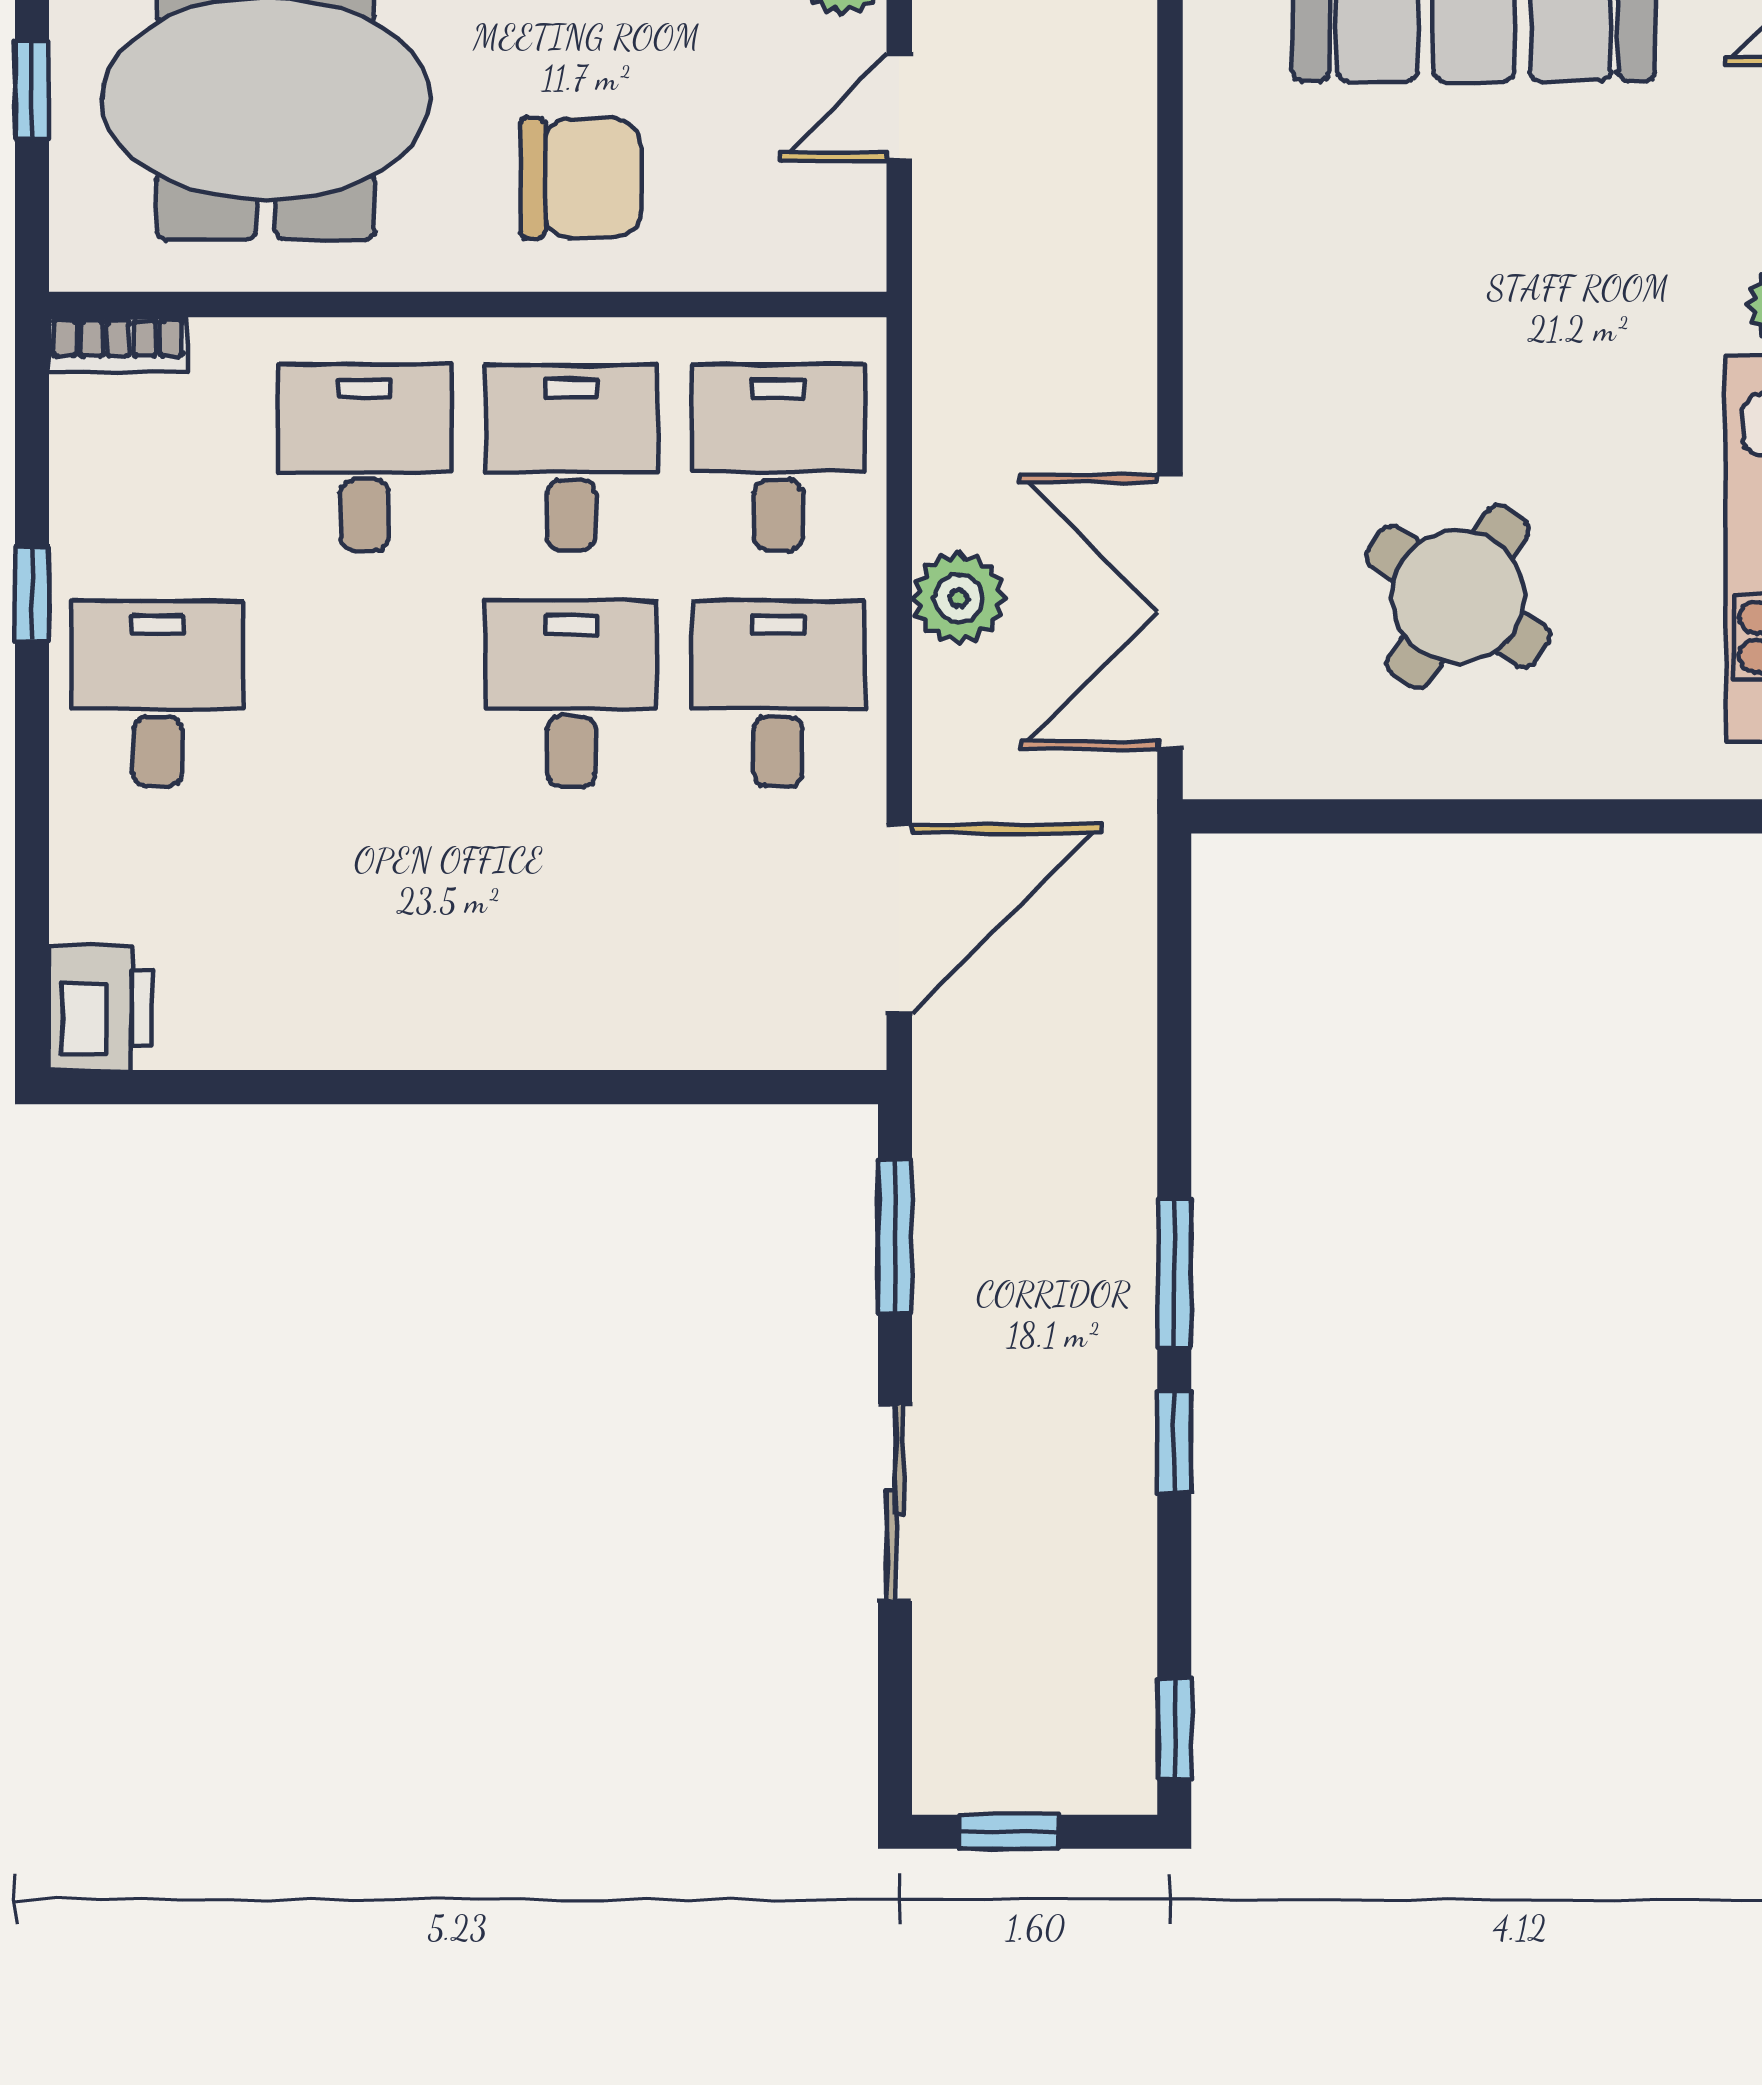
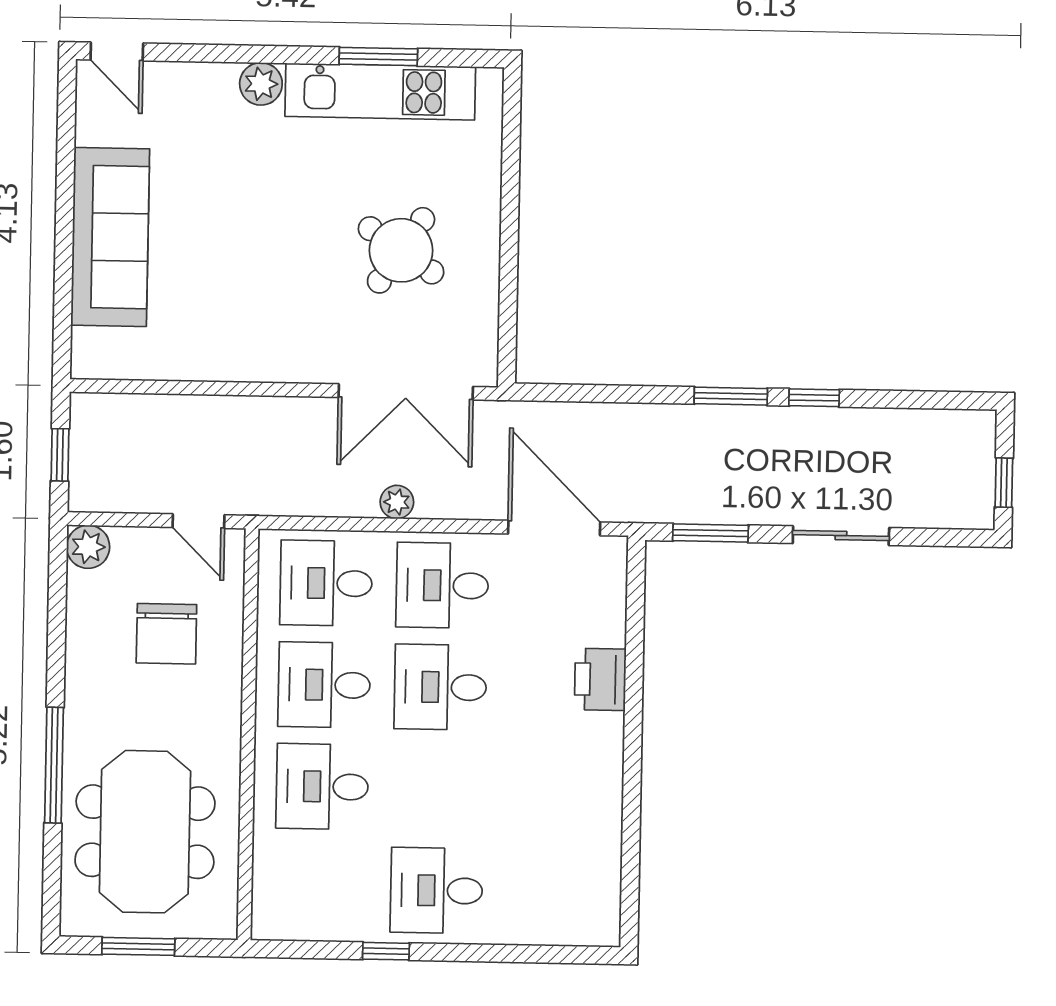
window: (32, 90) -> (138, 946), width x1.50
door: (899, 107) -> (198, 521), moved
chair: (581, 178) -> (166, 634), moved, turned 180
bookcase: (118, 345) -> (265, 906), removed
plant: (959, 598) -> (397, 502), width x0.73, depth x0.73
printer: (101, 1008) -> (600, 679), moved, turned -90
window: (1174, 1728) -> (955, 400), removed

